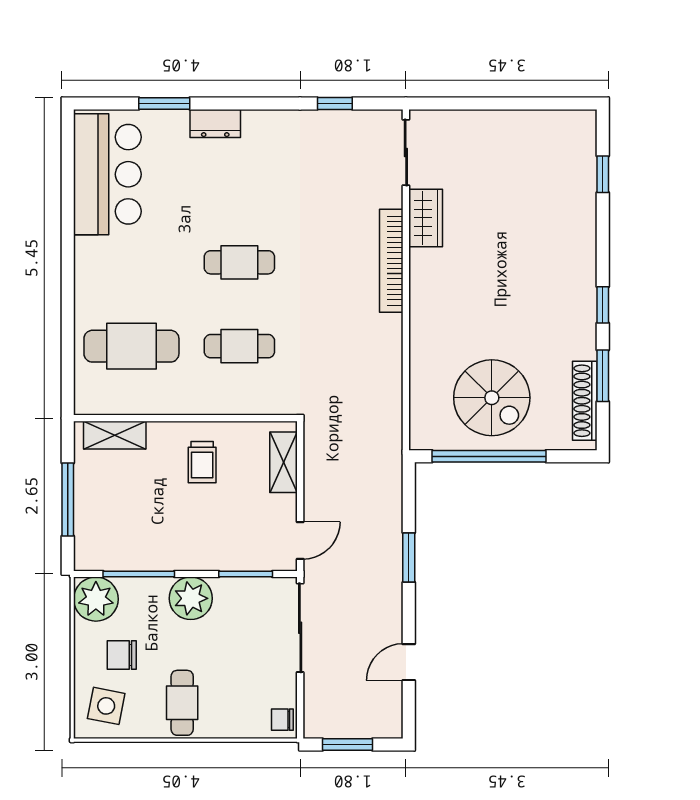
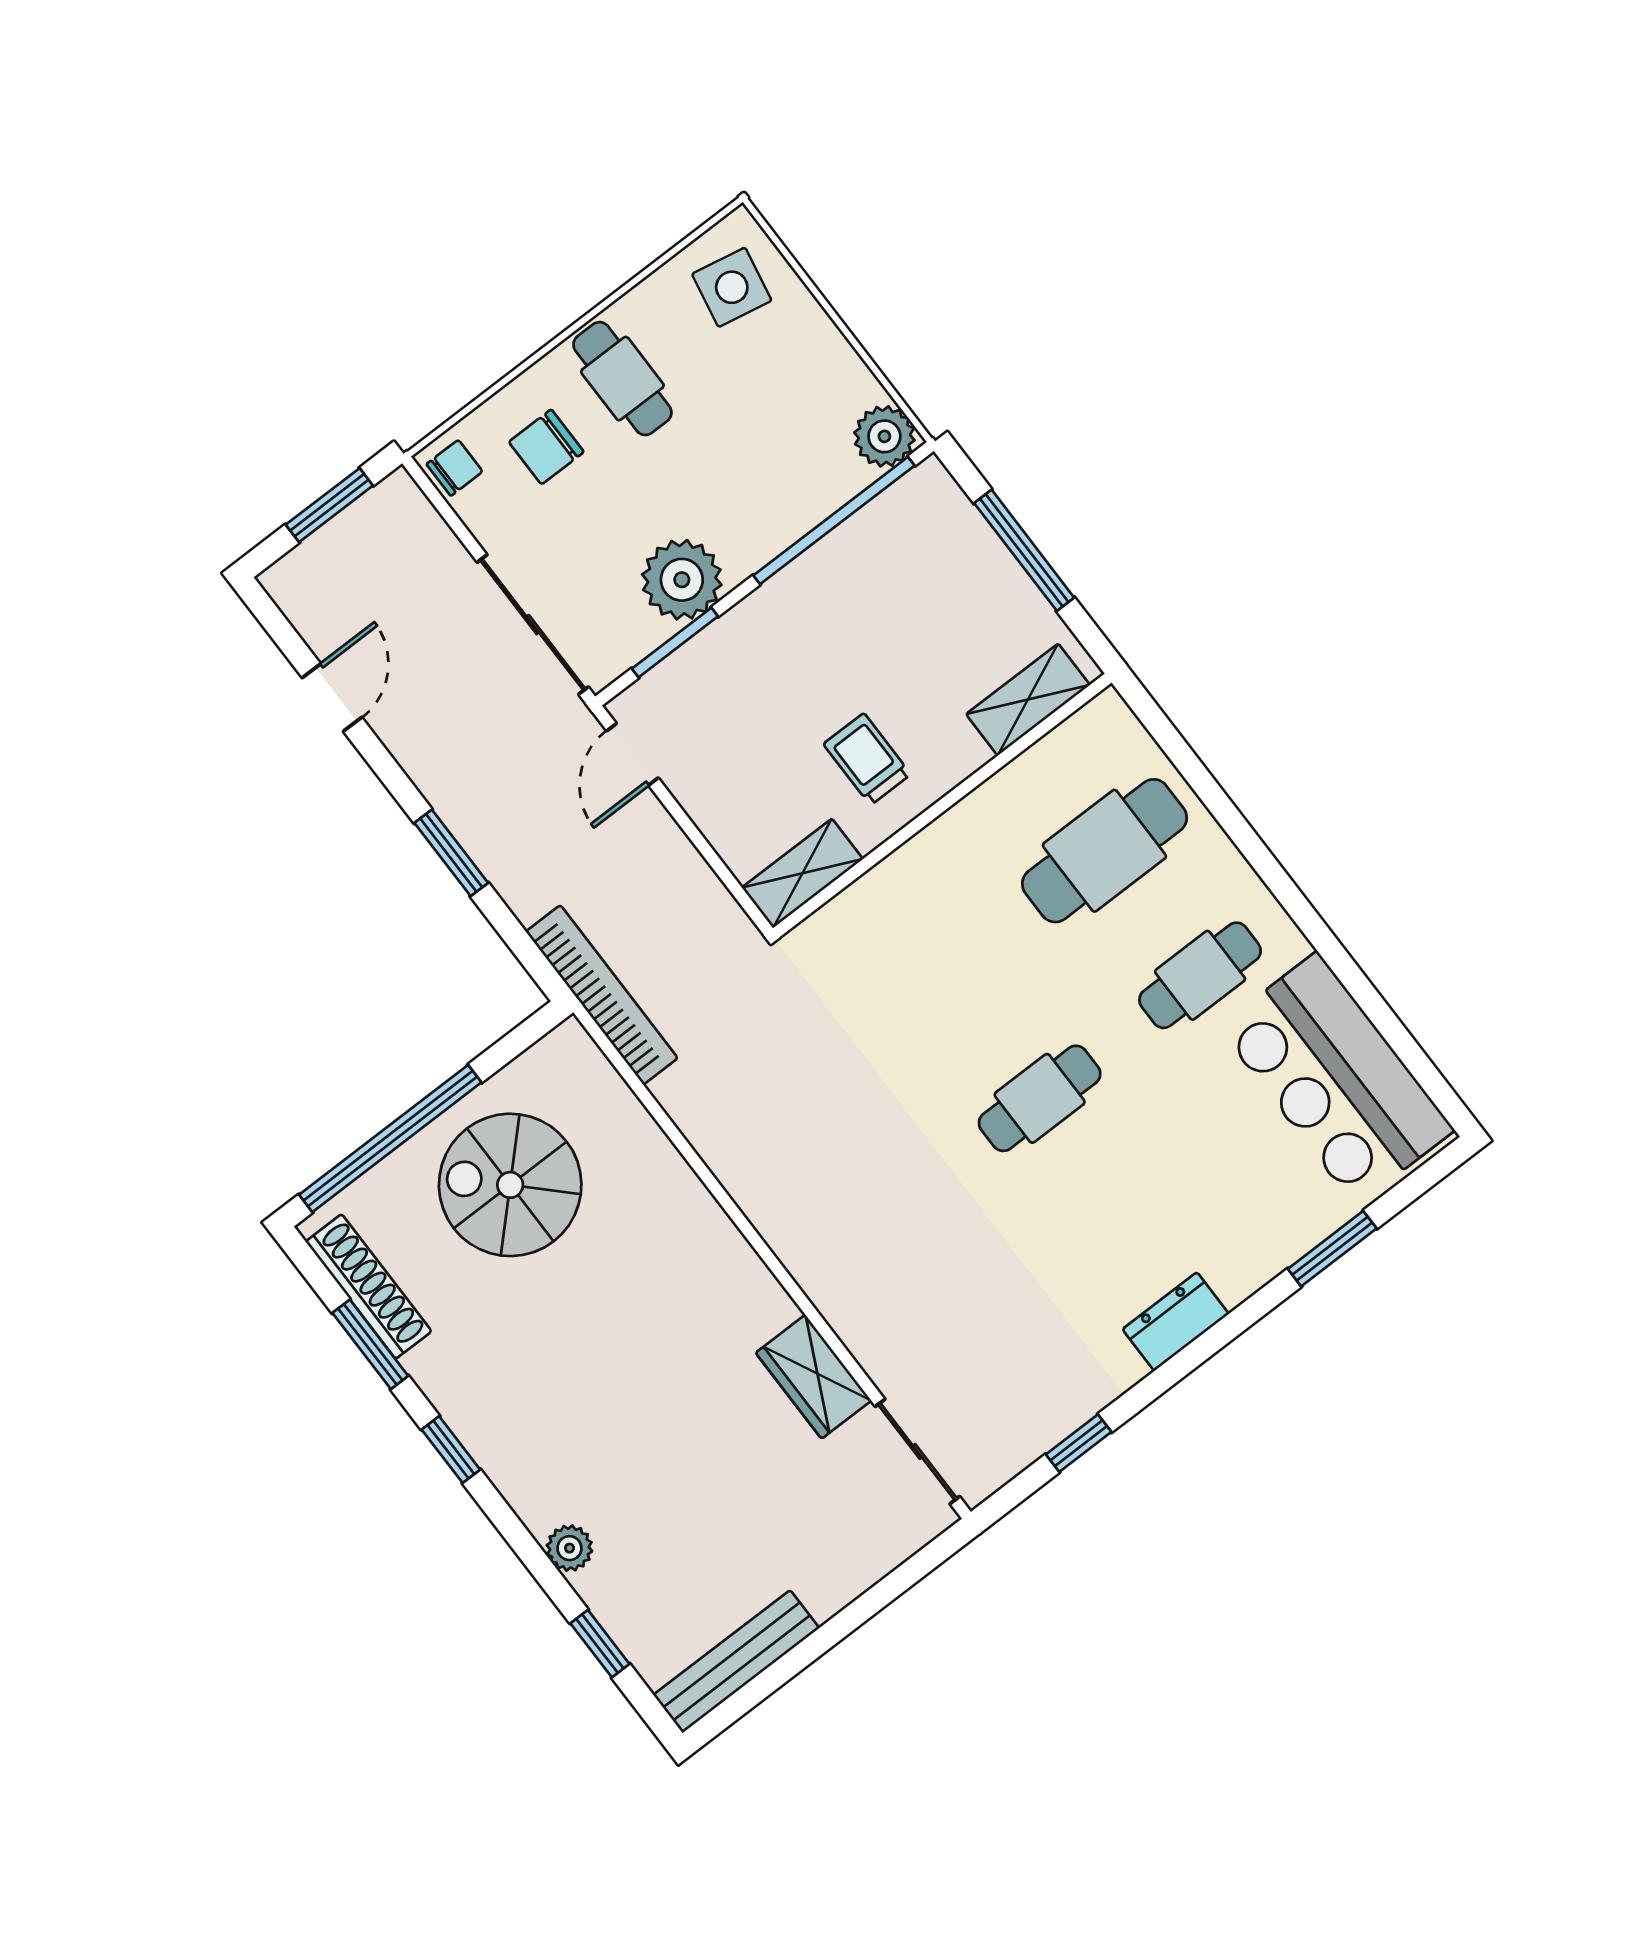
bench: (551, 122) -> (736, 1662), added
dresser: (215, 124) -> (1176, 1322), moved
plant: (585, 225) -> (569, 1548), added
bookcase: (391, 261) -> (602, 995), moved
cafe table: (239, 346) -> (1200, 975), moved
window: (489, 456) -> (390, 1139), moved
shelving: (283, 462) -> (802, 873), moved, turned 90
window: (139, 574) -> (834, 520), width x1.46
plant: (191, 598) -> (682, 580), moved
plant: (96, 599) -> (884, 436), width x0.73, depth x0.73
chair: (122, 655) -> (546, 447), moved, turned 180

